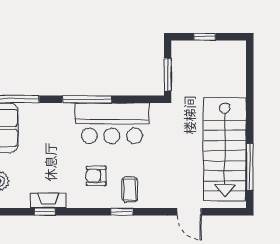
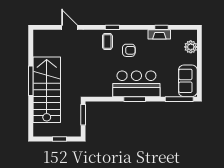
window: (87, 99) -> (135, 99), width x0.69
bar counter: (112, 123) -> (136, 84), moved
stairs: (225, 149) -> (47, 90), moved
window: (250, 167) -> (31, 81), moved

